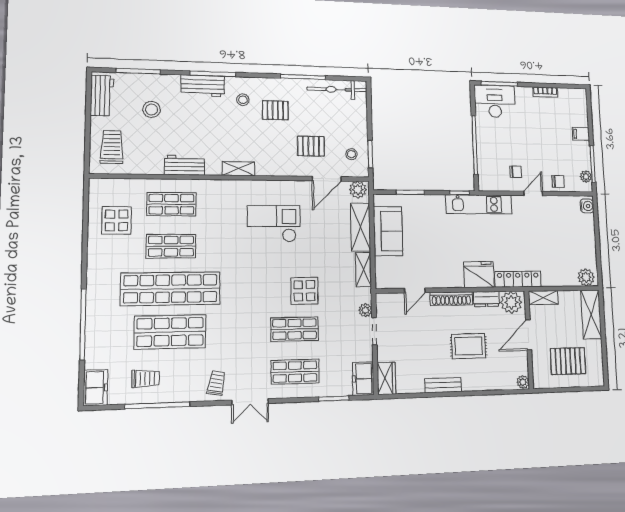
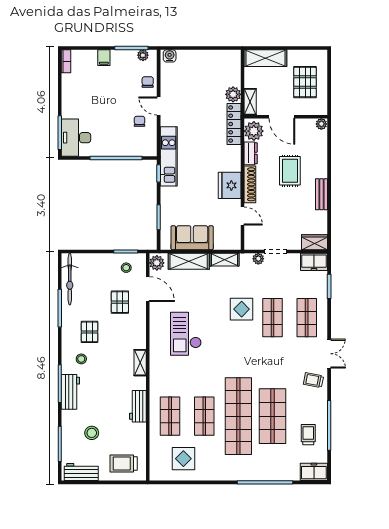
bookcase: (545, 92) -> (66, 61), moved
fridge: (479, 275) -> (230, 185), moved
plant: (586, 277) -> (233, 94), moved

